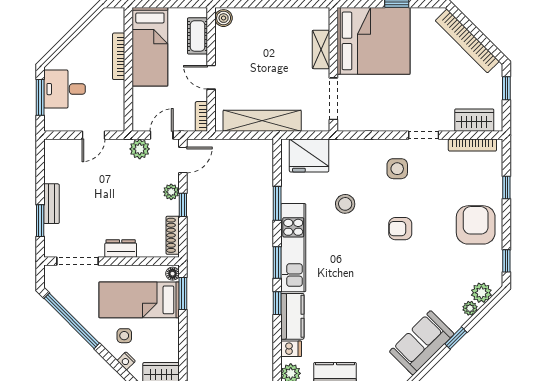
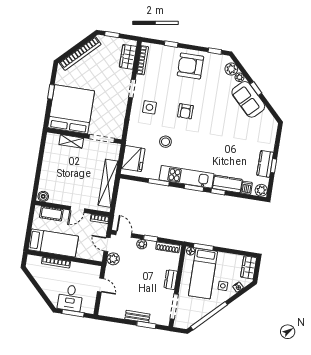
sofa: (422, 343) -> (248, 99), moved

